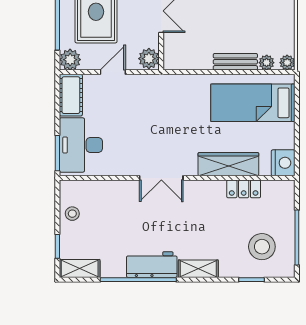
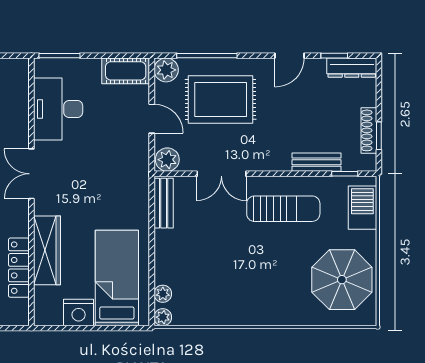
bench: (235, 62) -> (164, 203), moved
desk: (81, 145) -> (58, 109), moved, turned -90
nightstand: (283, 163) -> (79, 313), moved
locker: (244, 189) -> (19, 268), width x1.53

